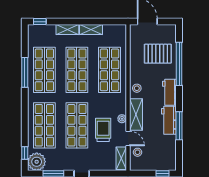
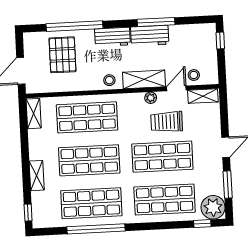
shelving: (91, 30) -> (34, 114), moved
window: (25, 72) -> (96, 229), width x1.46

